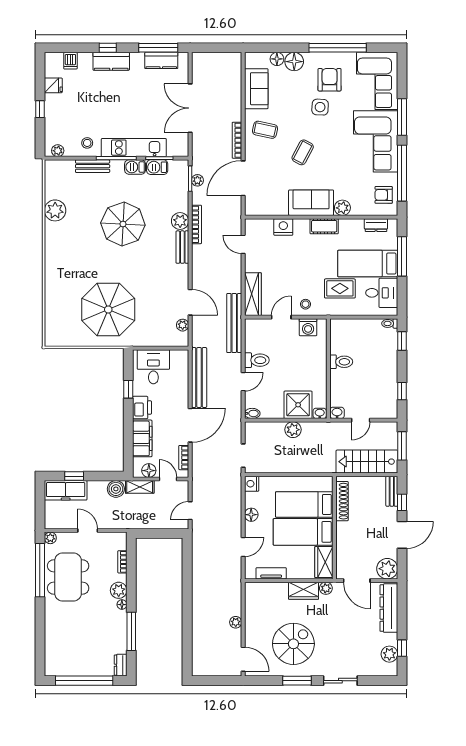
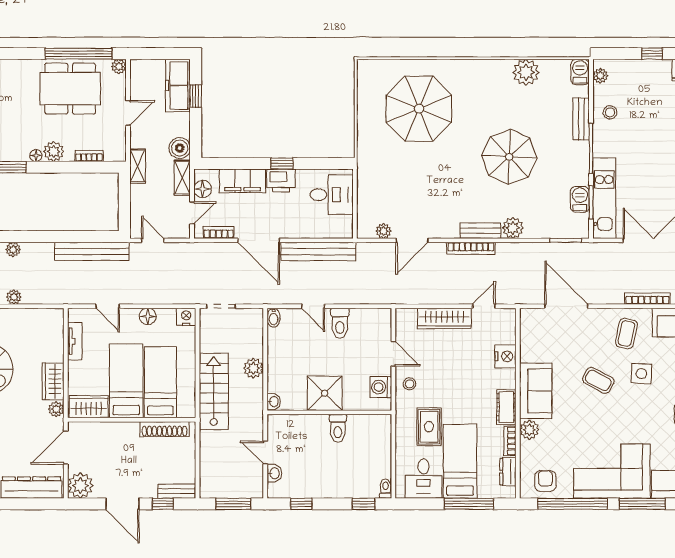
side table: (320, 107) -> (641, 374), moved
bookcase: (237, 140) -> (647, 299), moved
kitchen unit: (134, 148) -> (604, 198), moved
barbecue: (135, 167) -> (580, 72), moved
plant: (197, 180) -> (13, 249), moved
bookcase: (351, 223) -> (510, 441), added
bookcase: (197, 224) -> (471, 248), moved
wardrobe: (253, 294) -> (444, 318), moved
parasol: (108, 310) -> (419, 109), moved
bench: (234, 323) -> (92, 251), moved
window: (128, 389) -> (282, 163), moved
shower: (298, 405) -> (325, 393), moved
washbasin: (337, 413) -> (274, 473), moved
stairs: (367, 462) -> (214, 391), moved
shelving: (130, 523) -> (138, 166), added

